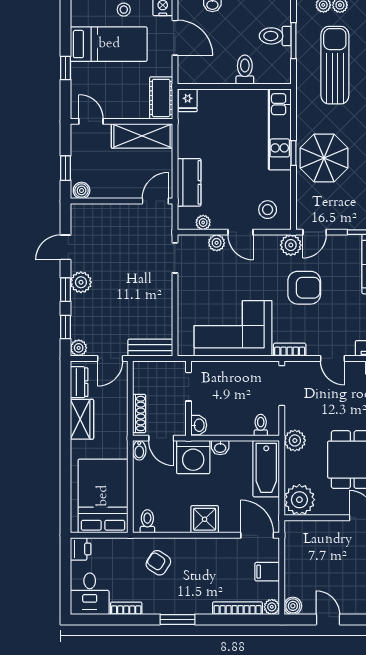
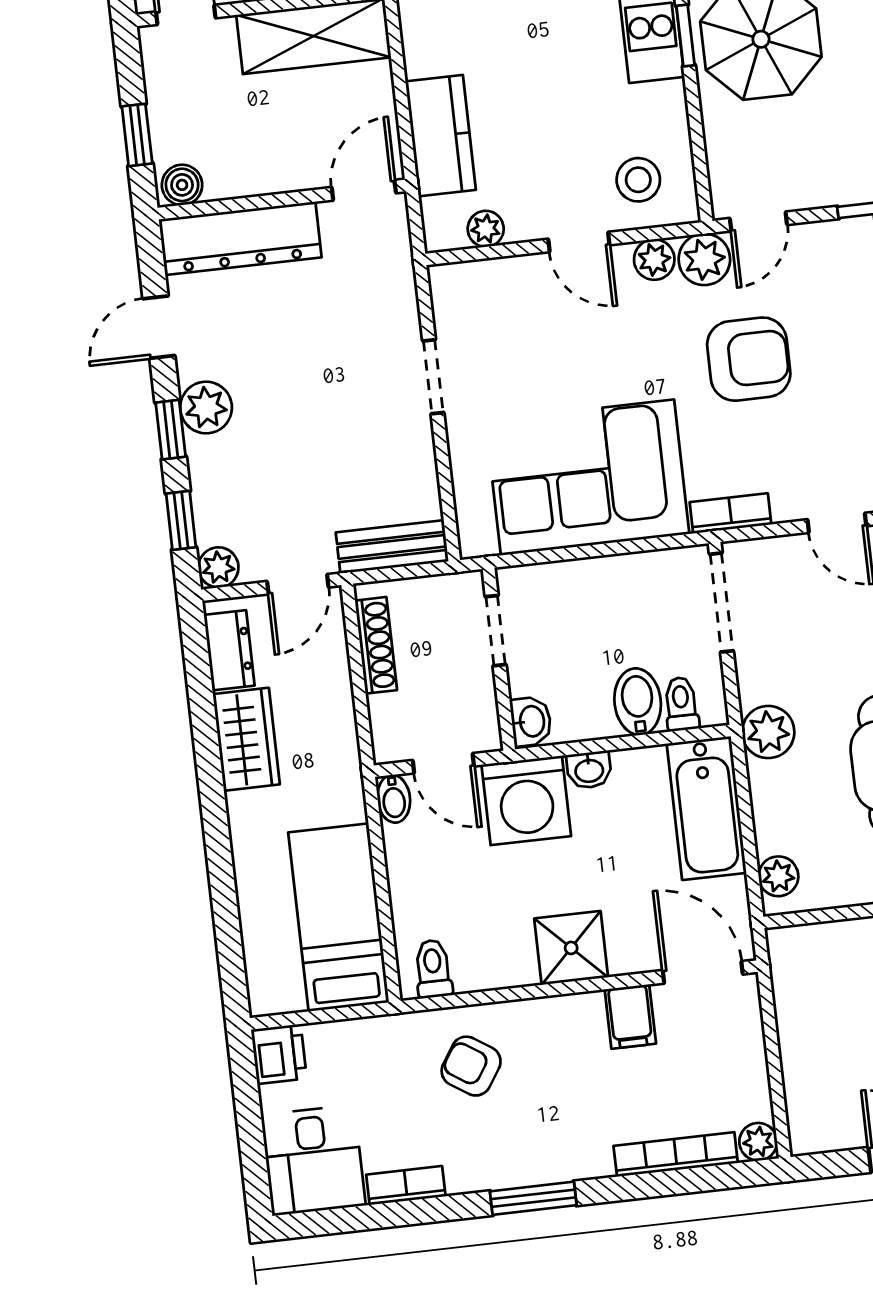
dresser: (103, 215) -> (240, 238), added
plant: (217, 243) -> (654, 260), moved
doorway: (175, 258) -> (433, 377), moved
shoe rack: (139, 414) -> (376, 645), moved
bidet: (243, 422) -> (638, 702), added
bed: (103, 496) -> (339, 917), width x0.67
plant: (299, 500) -> (778, 876), width x0.53, depth x0.53
filing cabinet: (267, 572) -> (630, 1016), moved, turned -90
boiler: (293, 606) -> (809, 1133), removed

